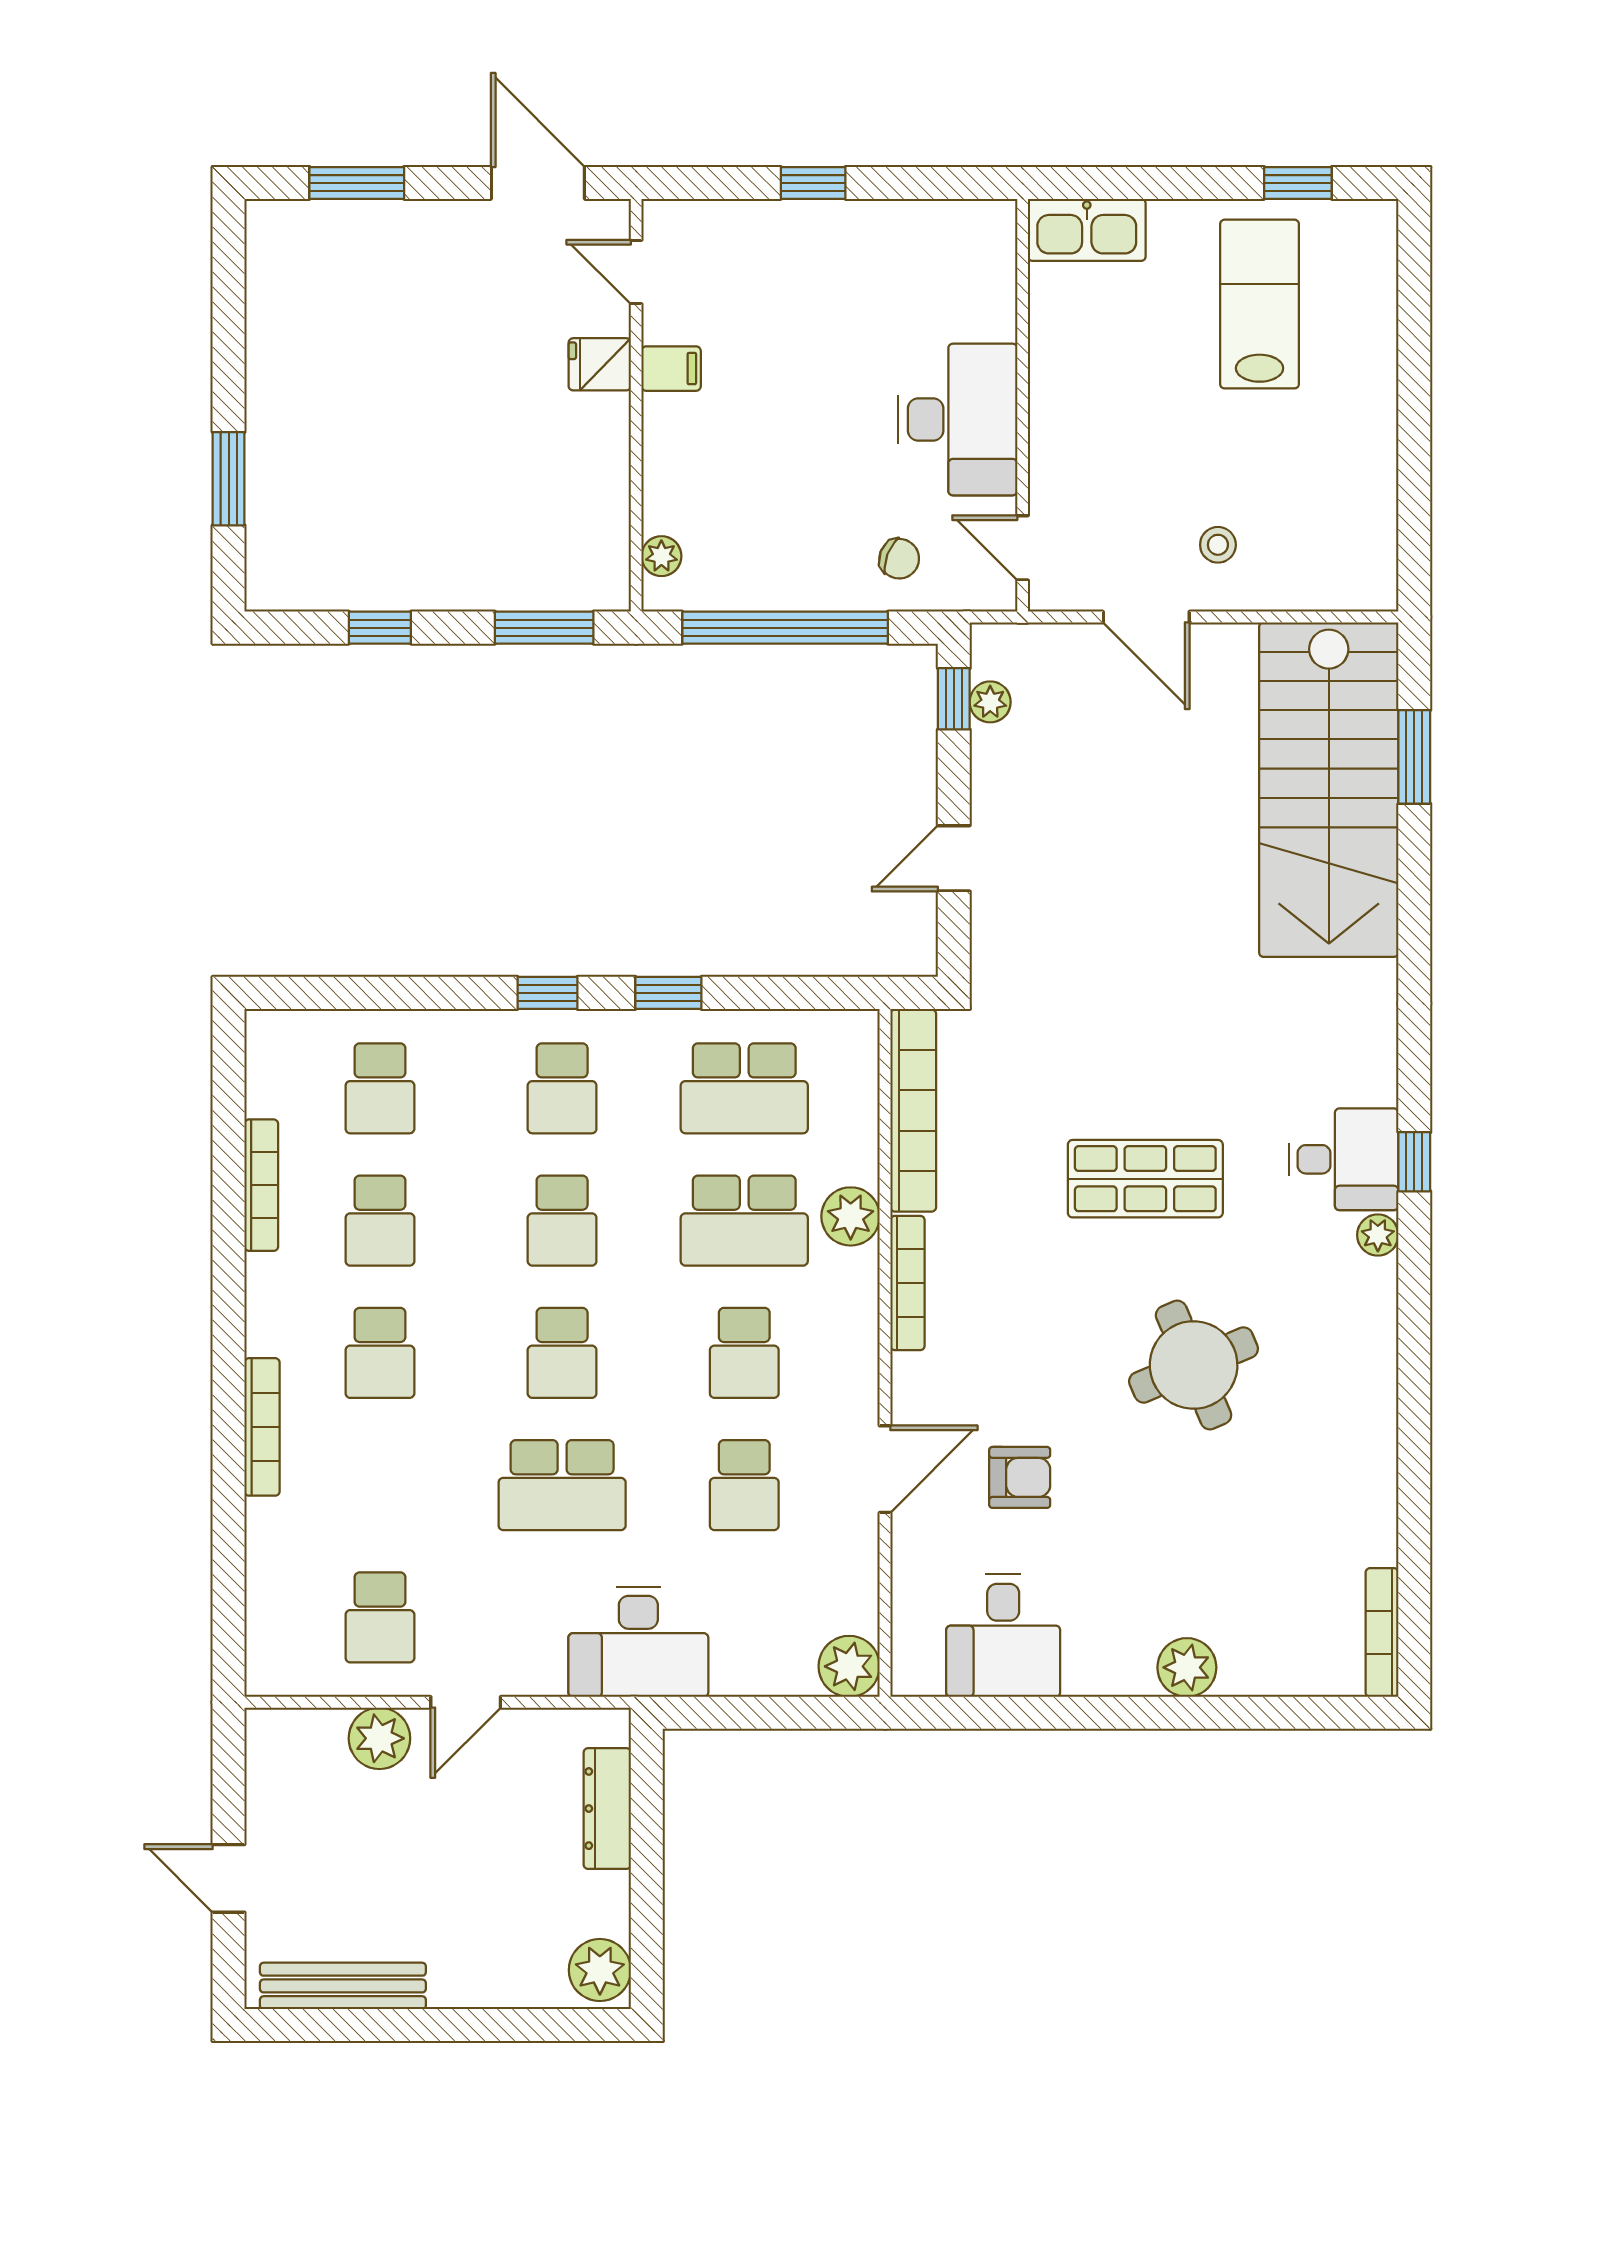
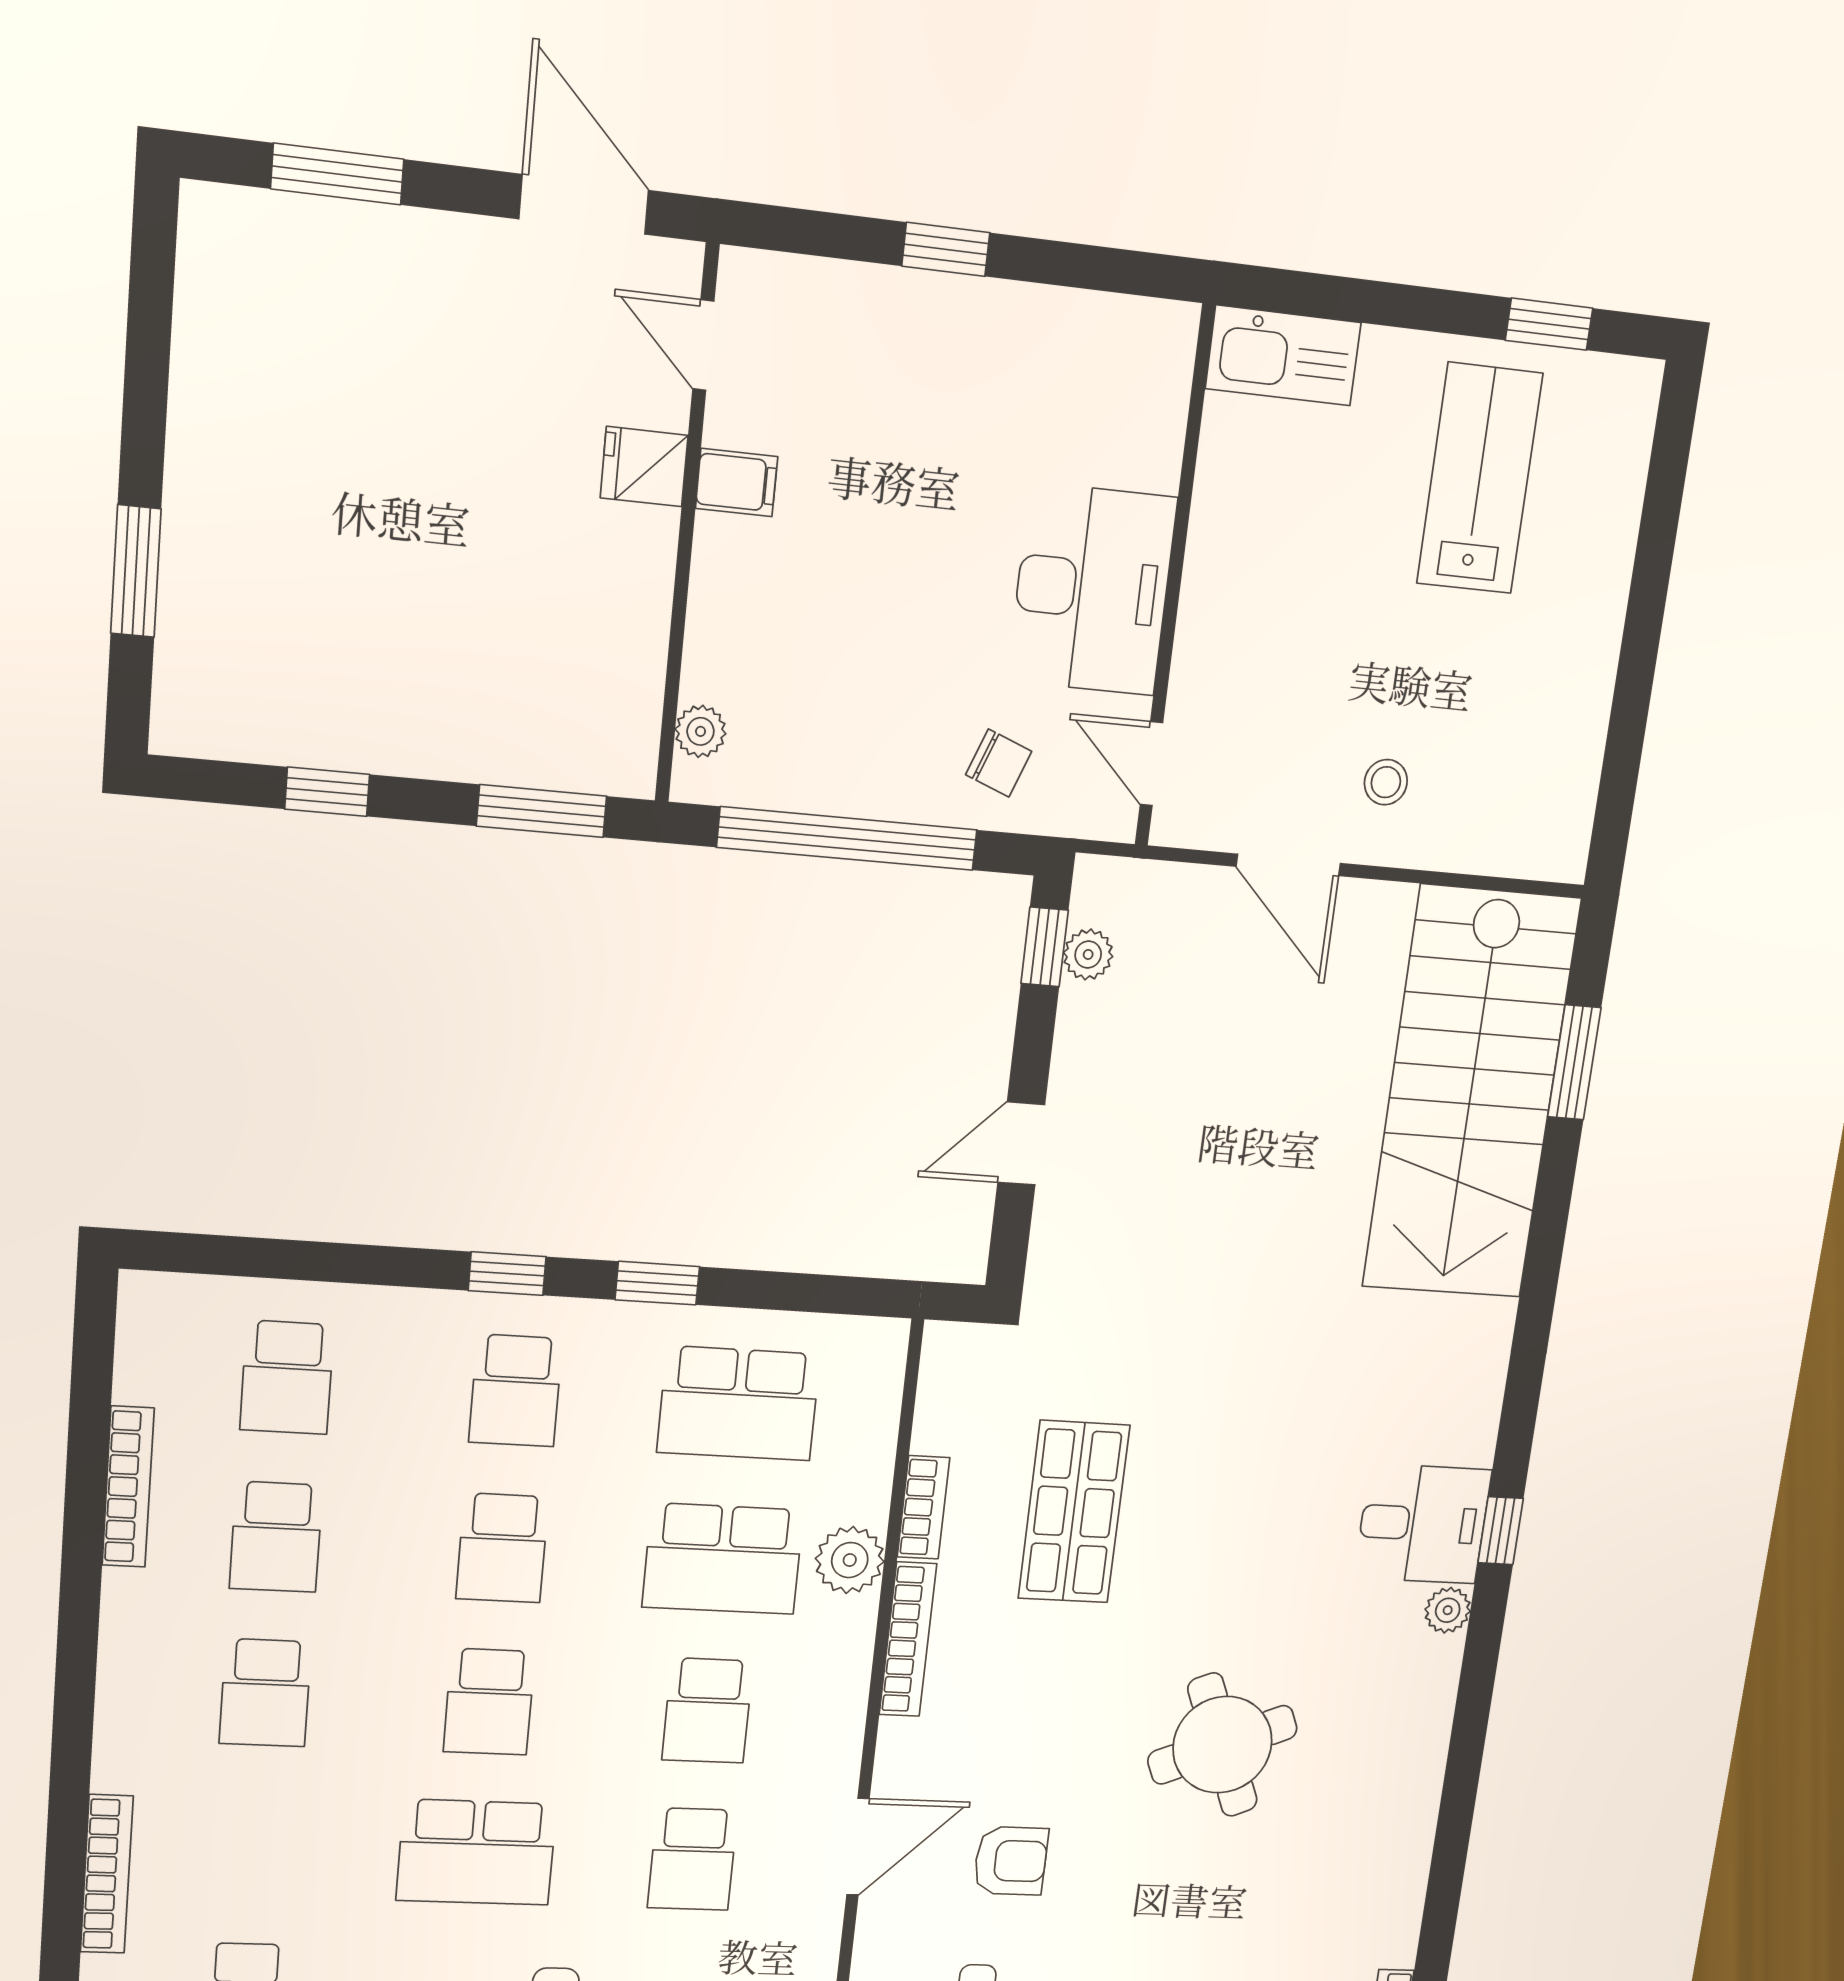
bookcase: (913, 1111) -> (923, 1507), width x0.43, depth x0.76
shop shelf: (1145, 1179) -> (1074, 1512), moved, turned 90
bookcase: (262, 1427) -> (107, 1874), moved

